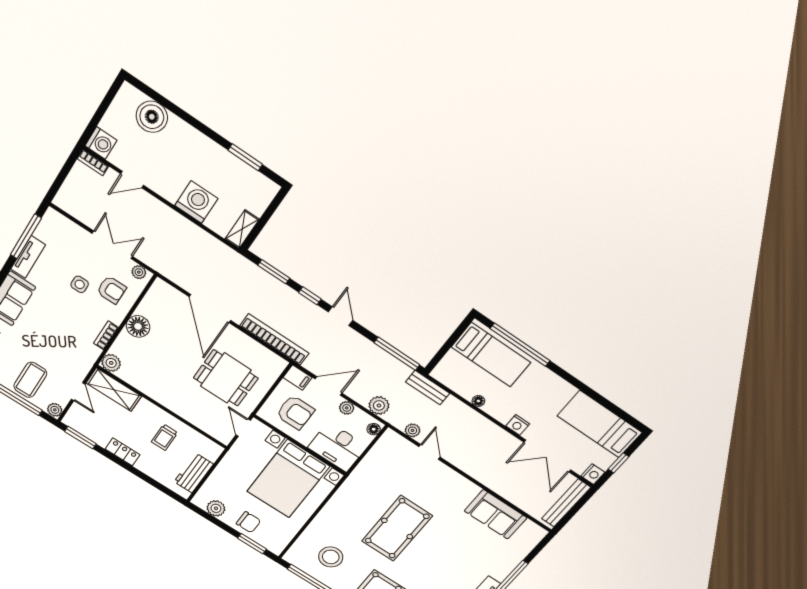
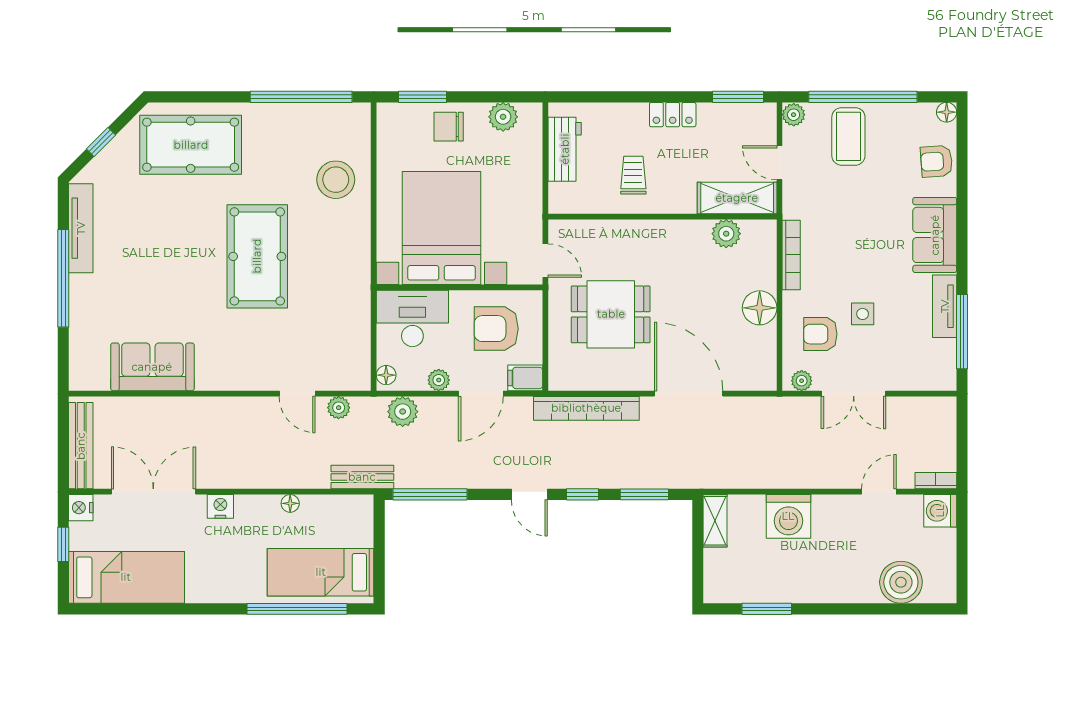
bookcase: (106, 335) -> (791, 255), width x1.56
plant: (111, 363) -> (726, 234), moved
stool: (331, 557) -> (336, 180), moved

